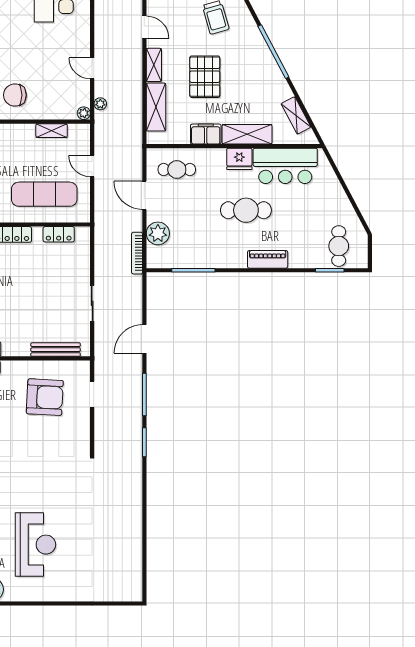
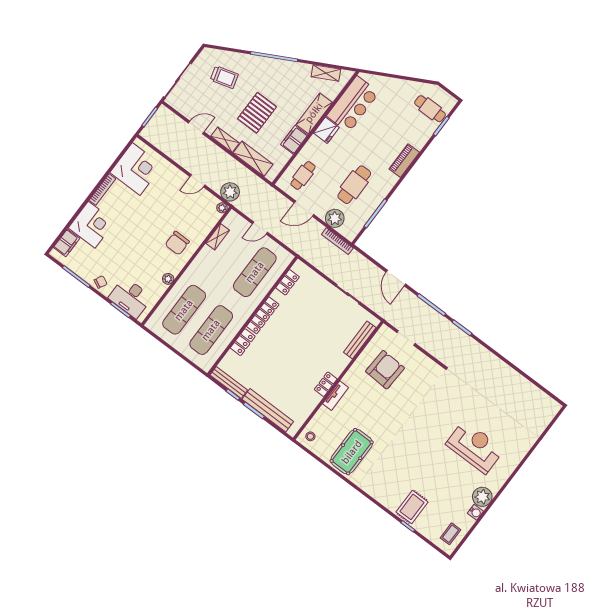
pallet: (205, 77) -> (257, 113), turned 90
plant: (100, 104) -> (230, 192), width x1.88, depth x1.88
cafe table: (246, 210) -> (354, 185), moved

